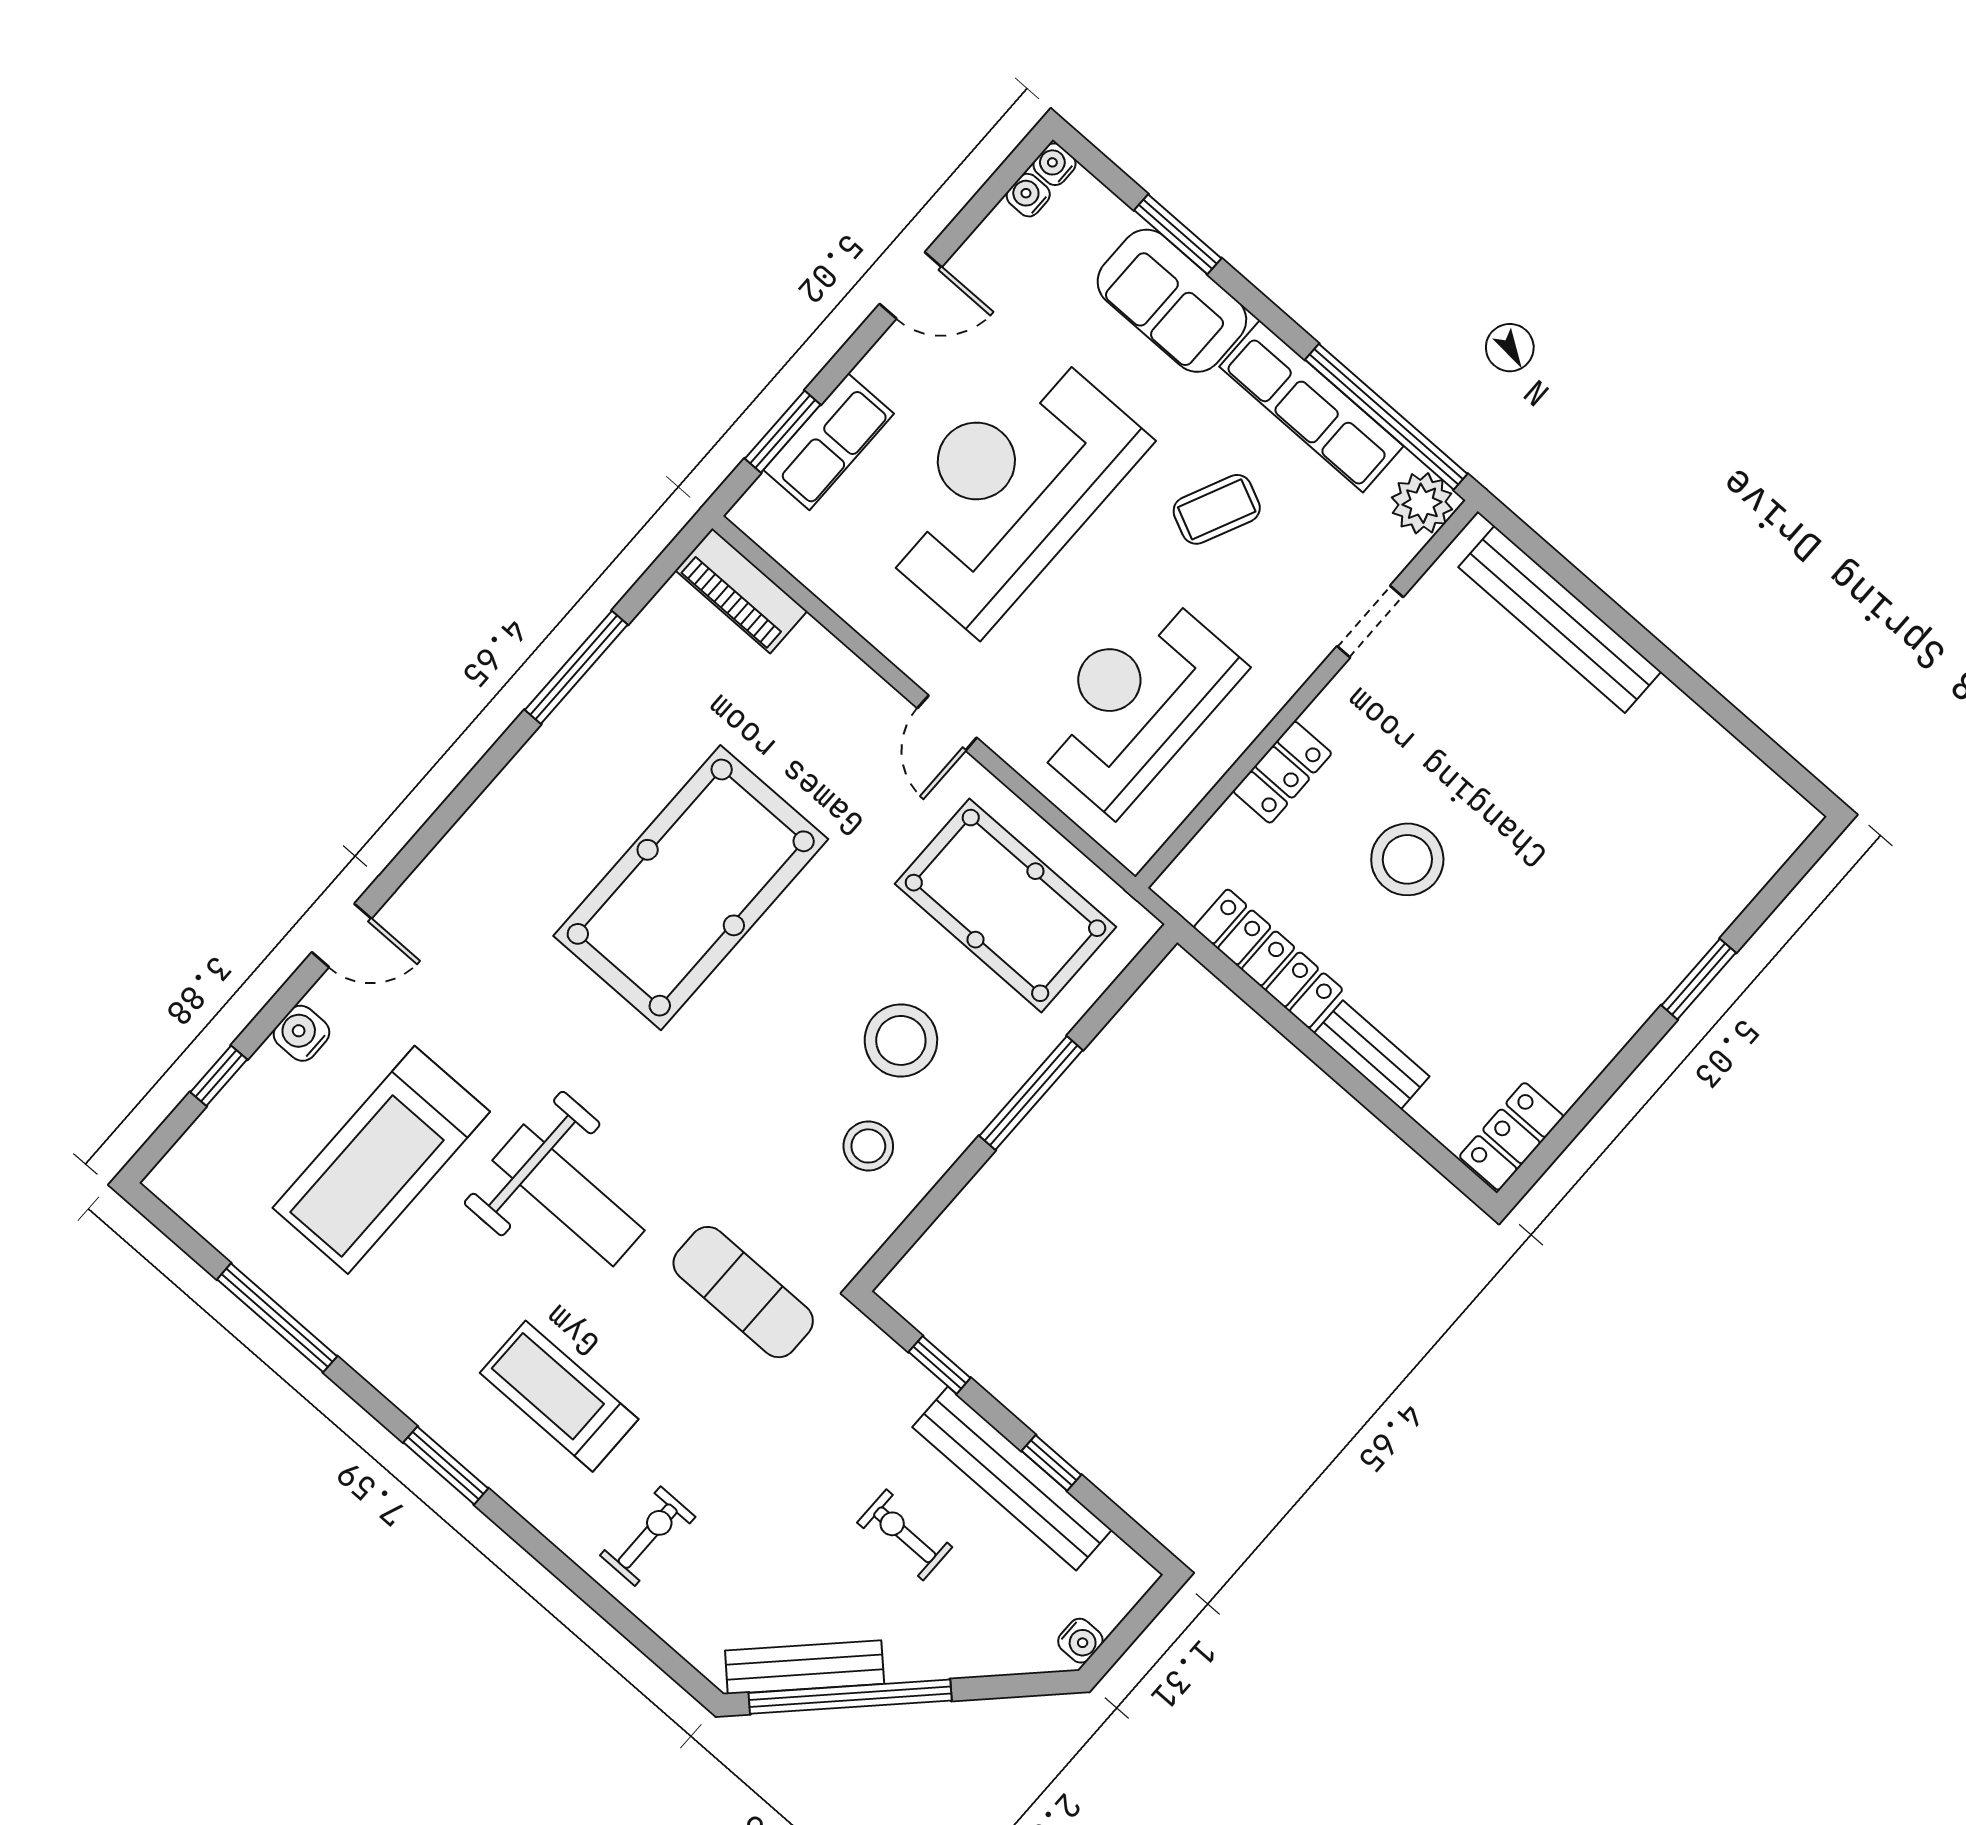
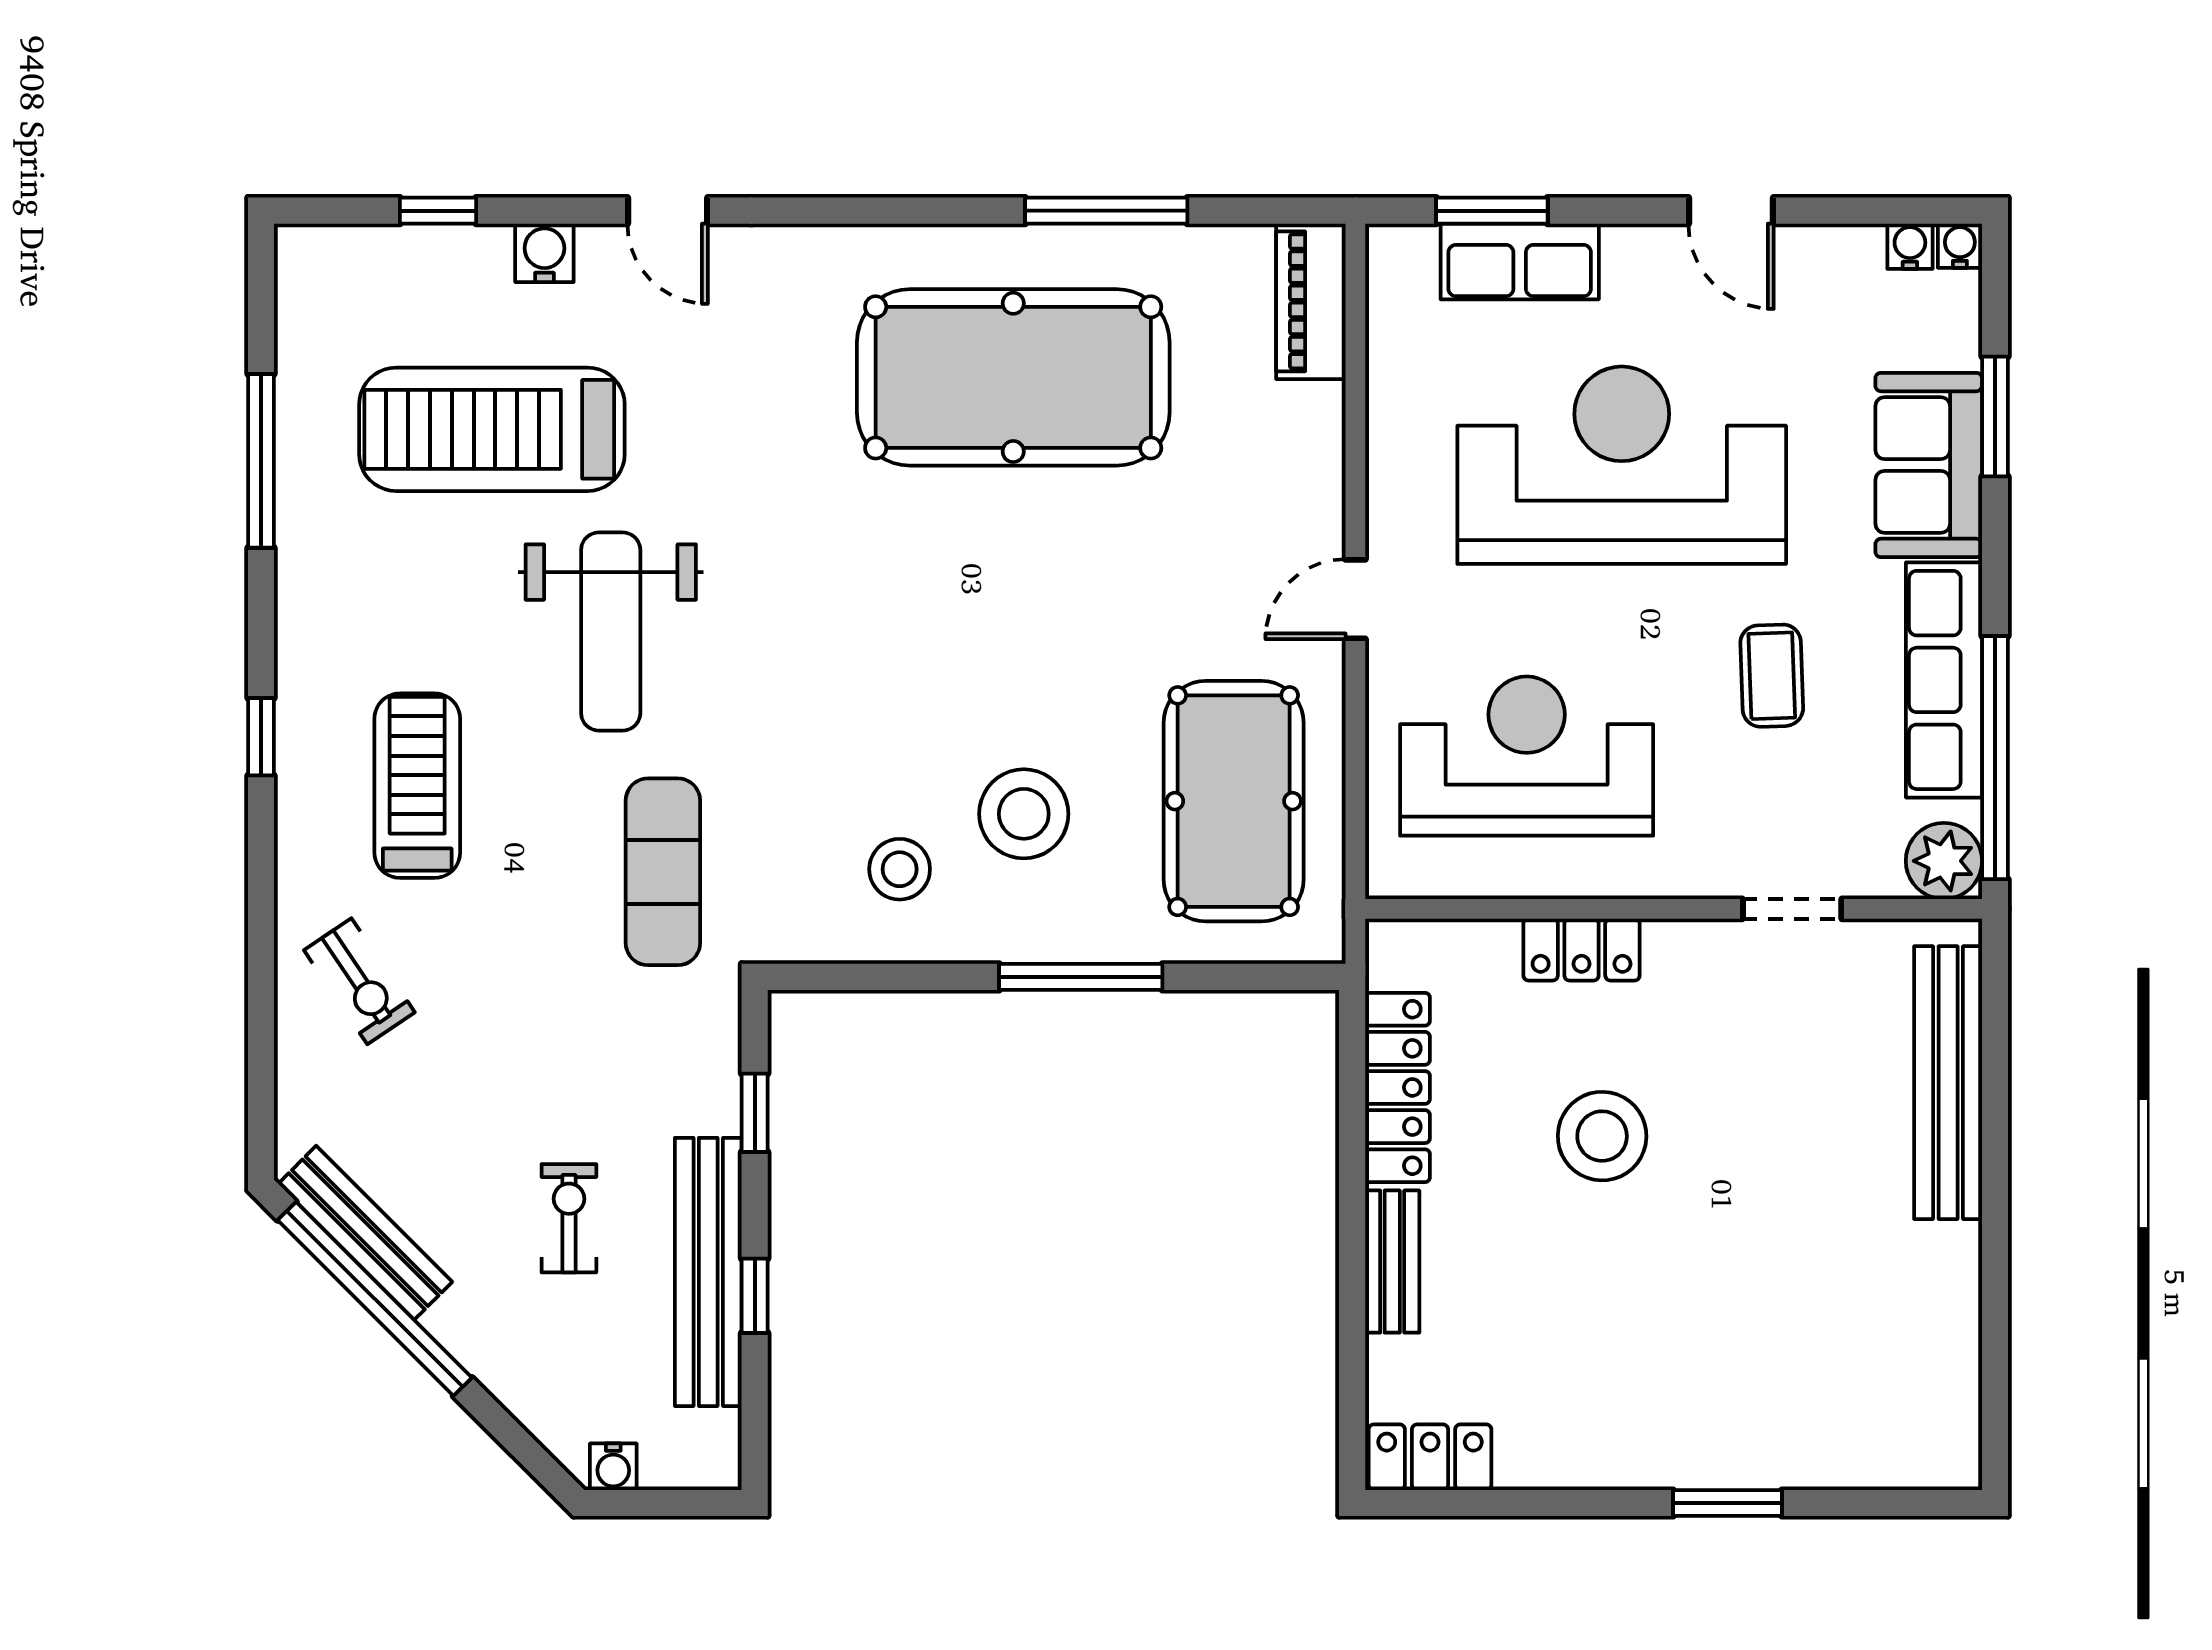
coffee table: (1217, 509) -> (1772, 676), turned 63
pool table: (691, 888) -> (1013, 377), moved
window: (446, 1465) -> (261, 737), width x0.67
exercise bike: (648, 1536) -> (359, 981), turned 56

